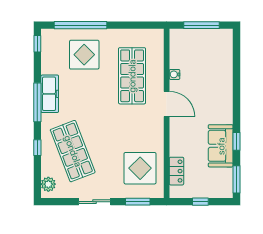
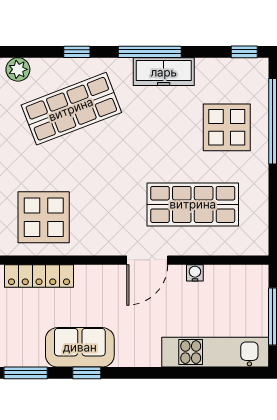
kitchen unit: (224, 62) -> (215, 352), added
locker: (176, 171) -> (39, 276), width x1.53

